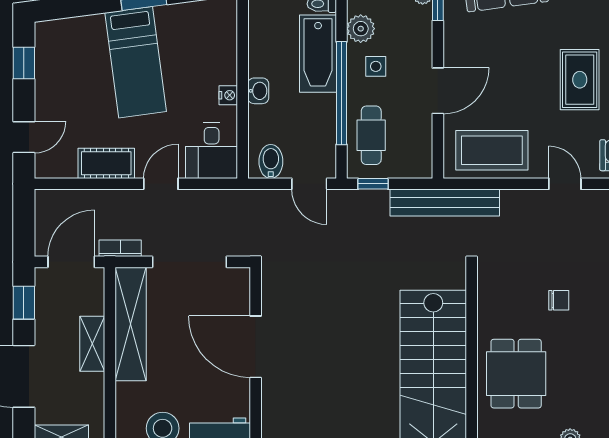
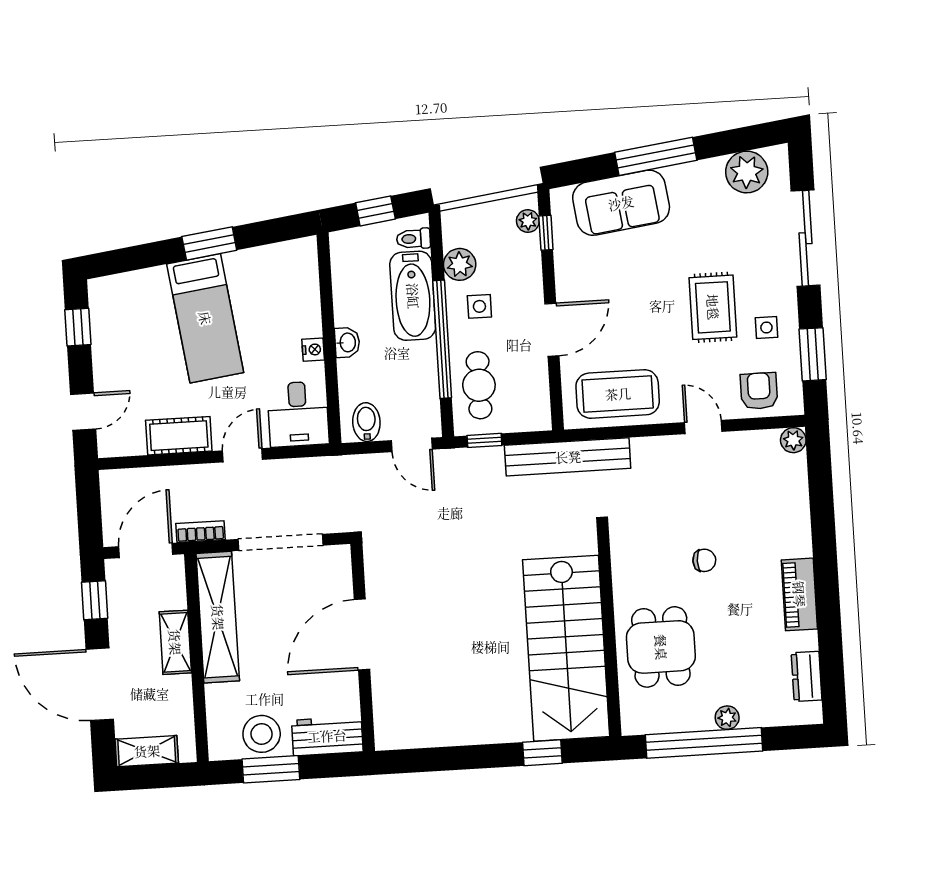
door: (256, 347) -> (362, 635), hinge flipped

